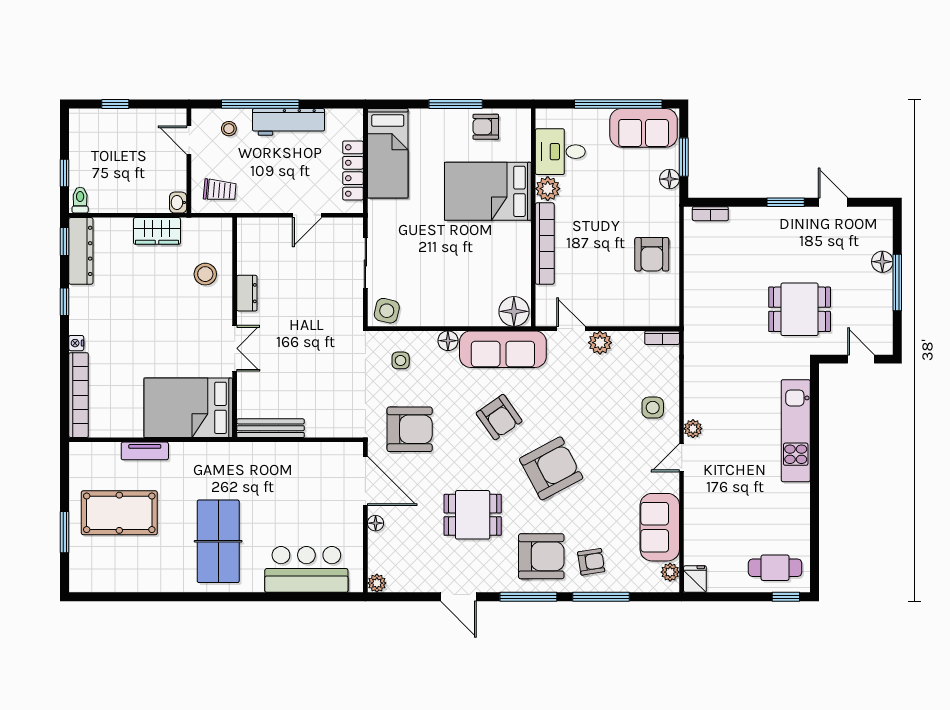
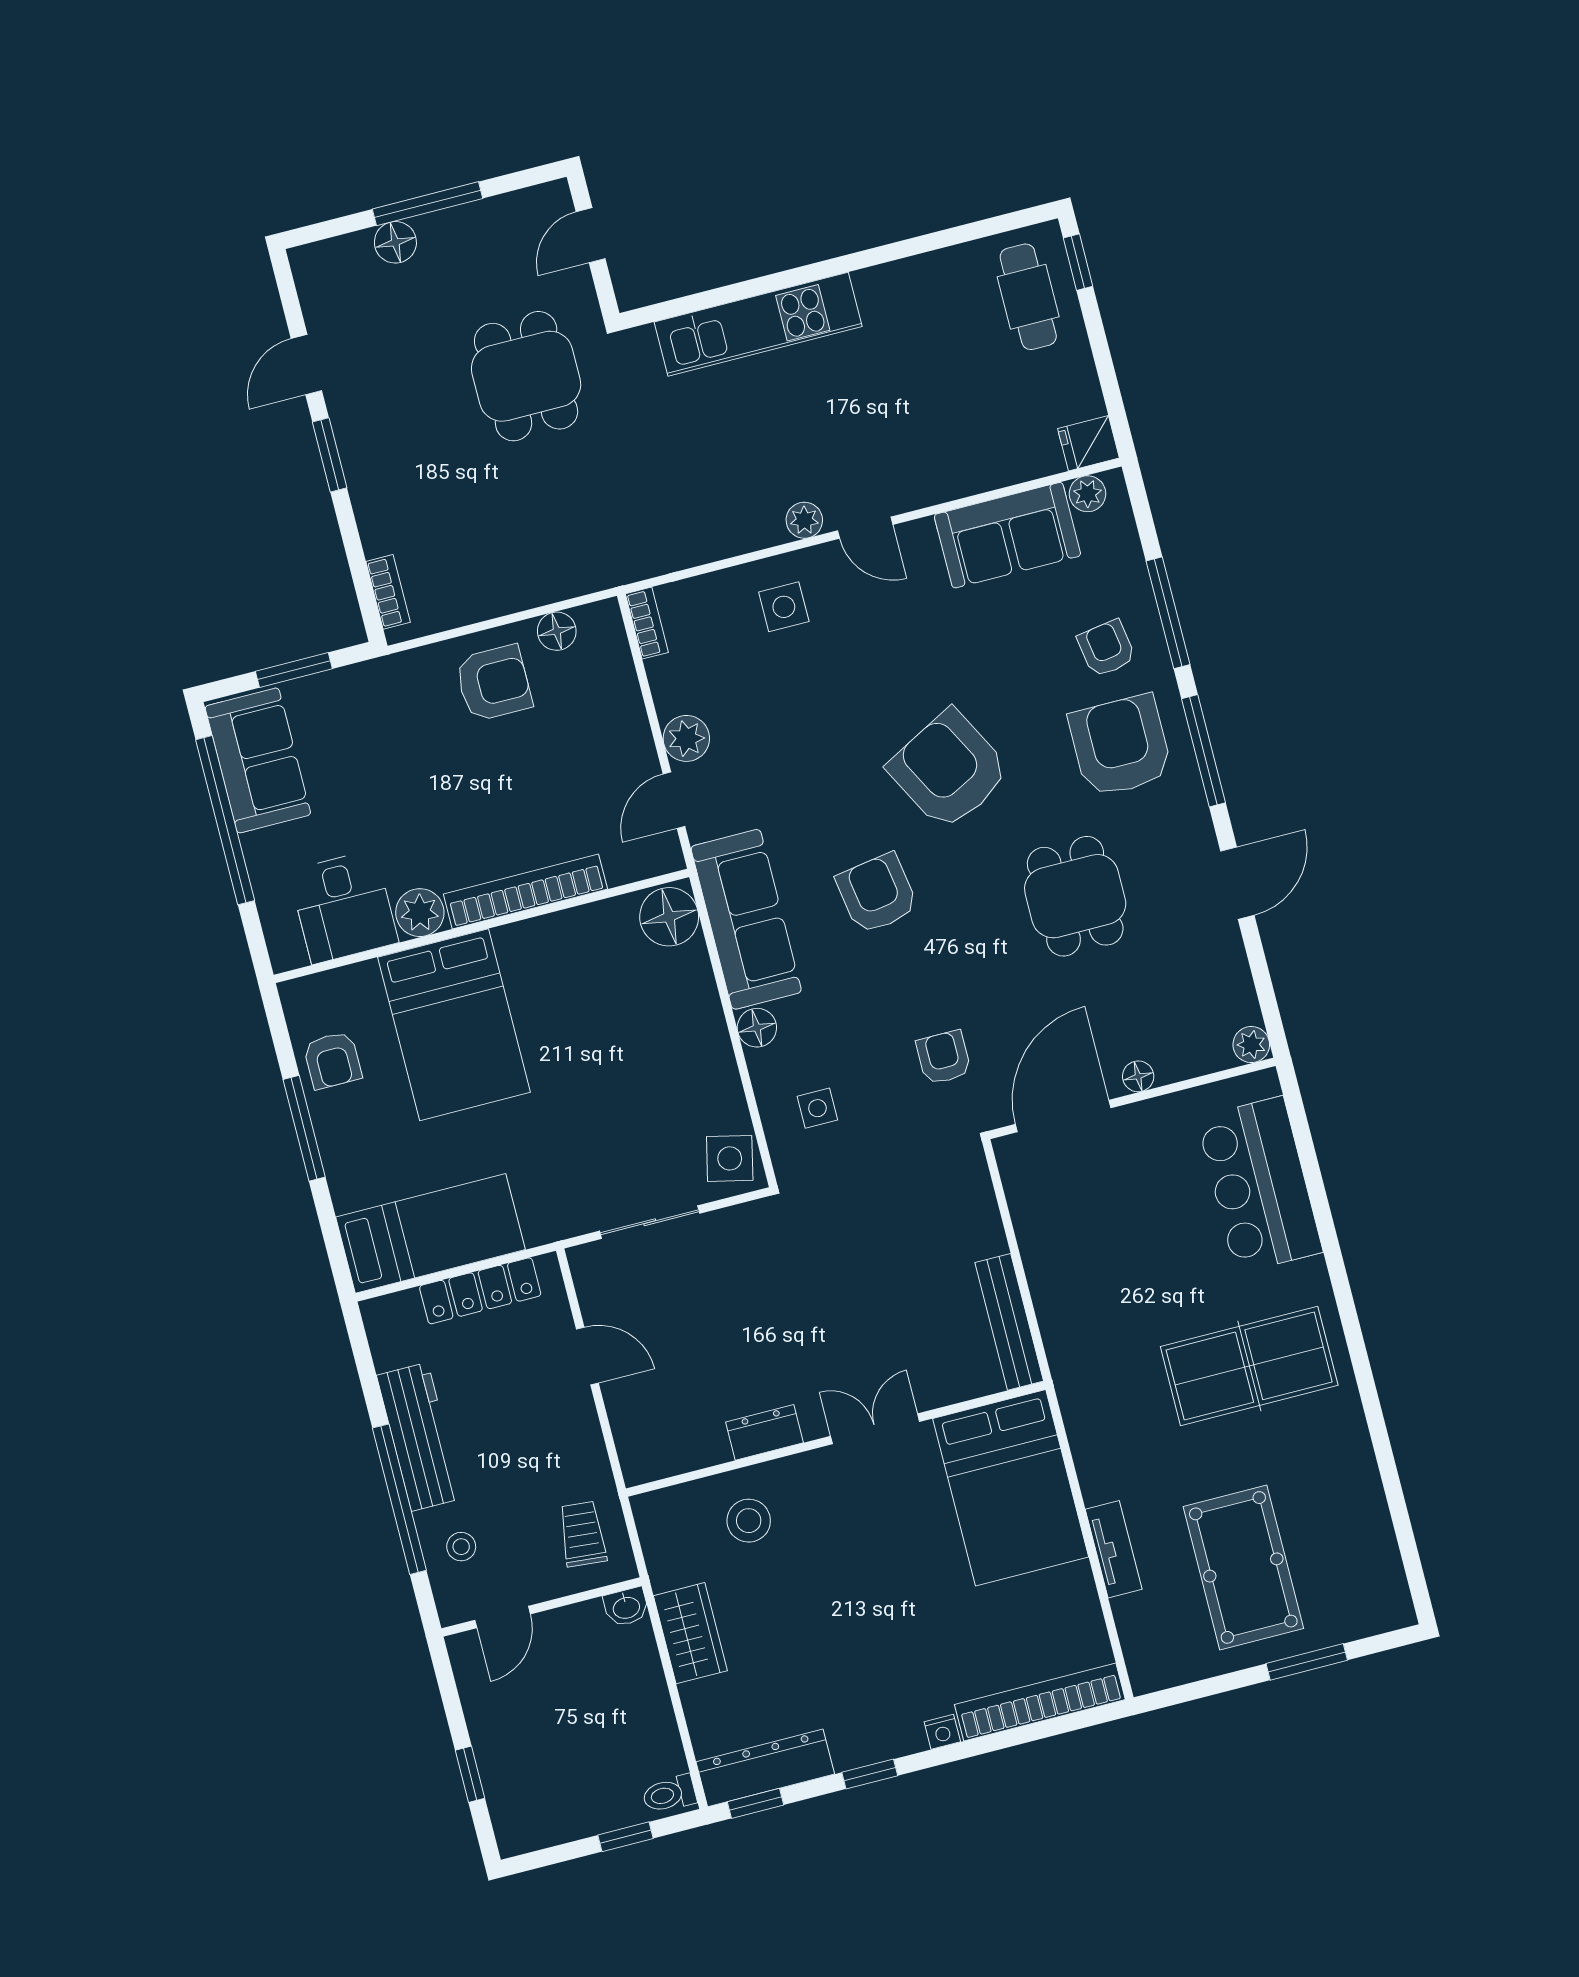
floor lamp: (669, 179) -> (557, 631), moved
armchair: (499, 417) -> (877, 894), turned -64
armchair: (410, 429) -> (944, 1057), width x0.53, depth x0.53

